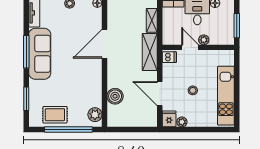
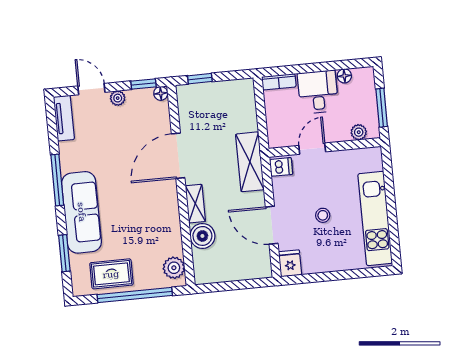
shelving: (152, 20) -> (195, 204), moved
plant: (204, 40) -> (359, 132), moved
door: (190, 47) -> (312, 149), hinge flipped
sofa: (40, 54) -> (82, 212), moved
plant: (182, 122) -> (311, 266), removed

